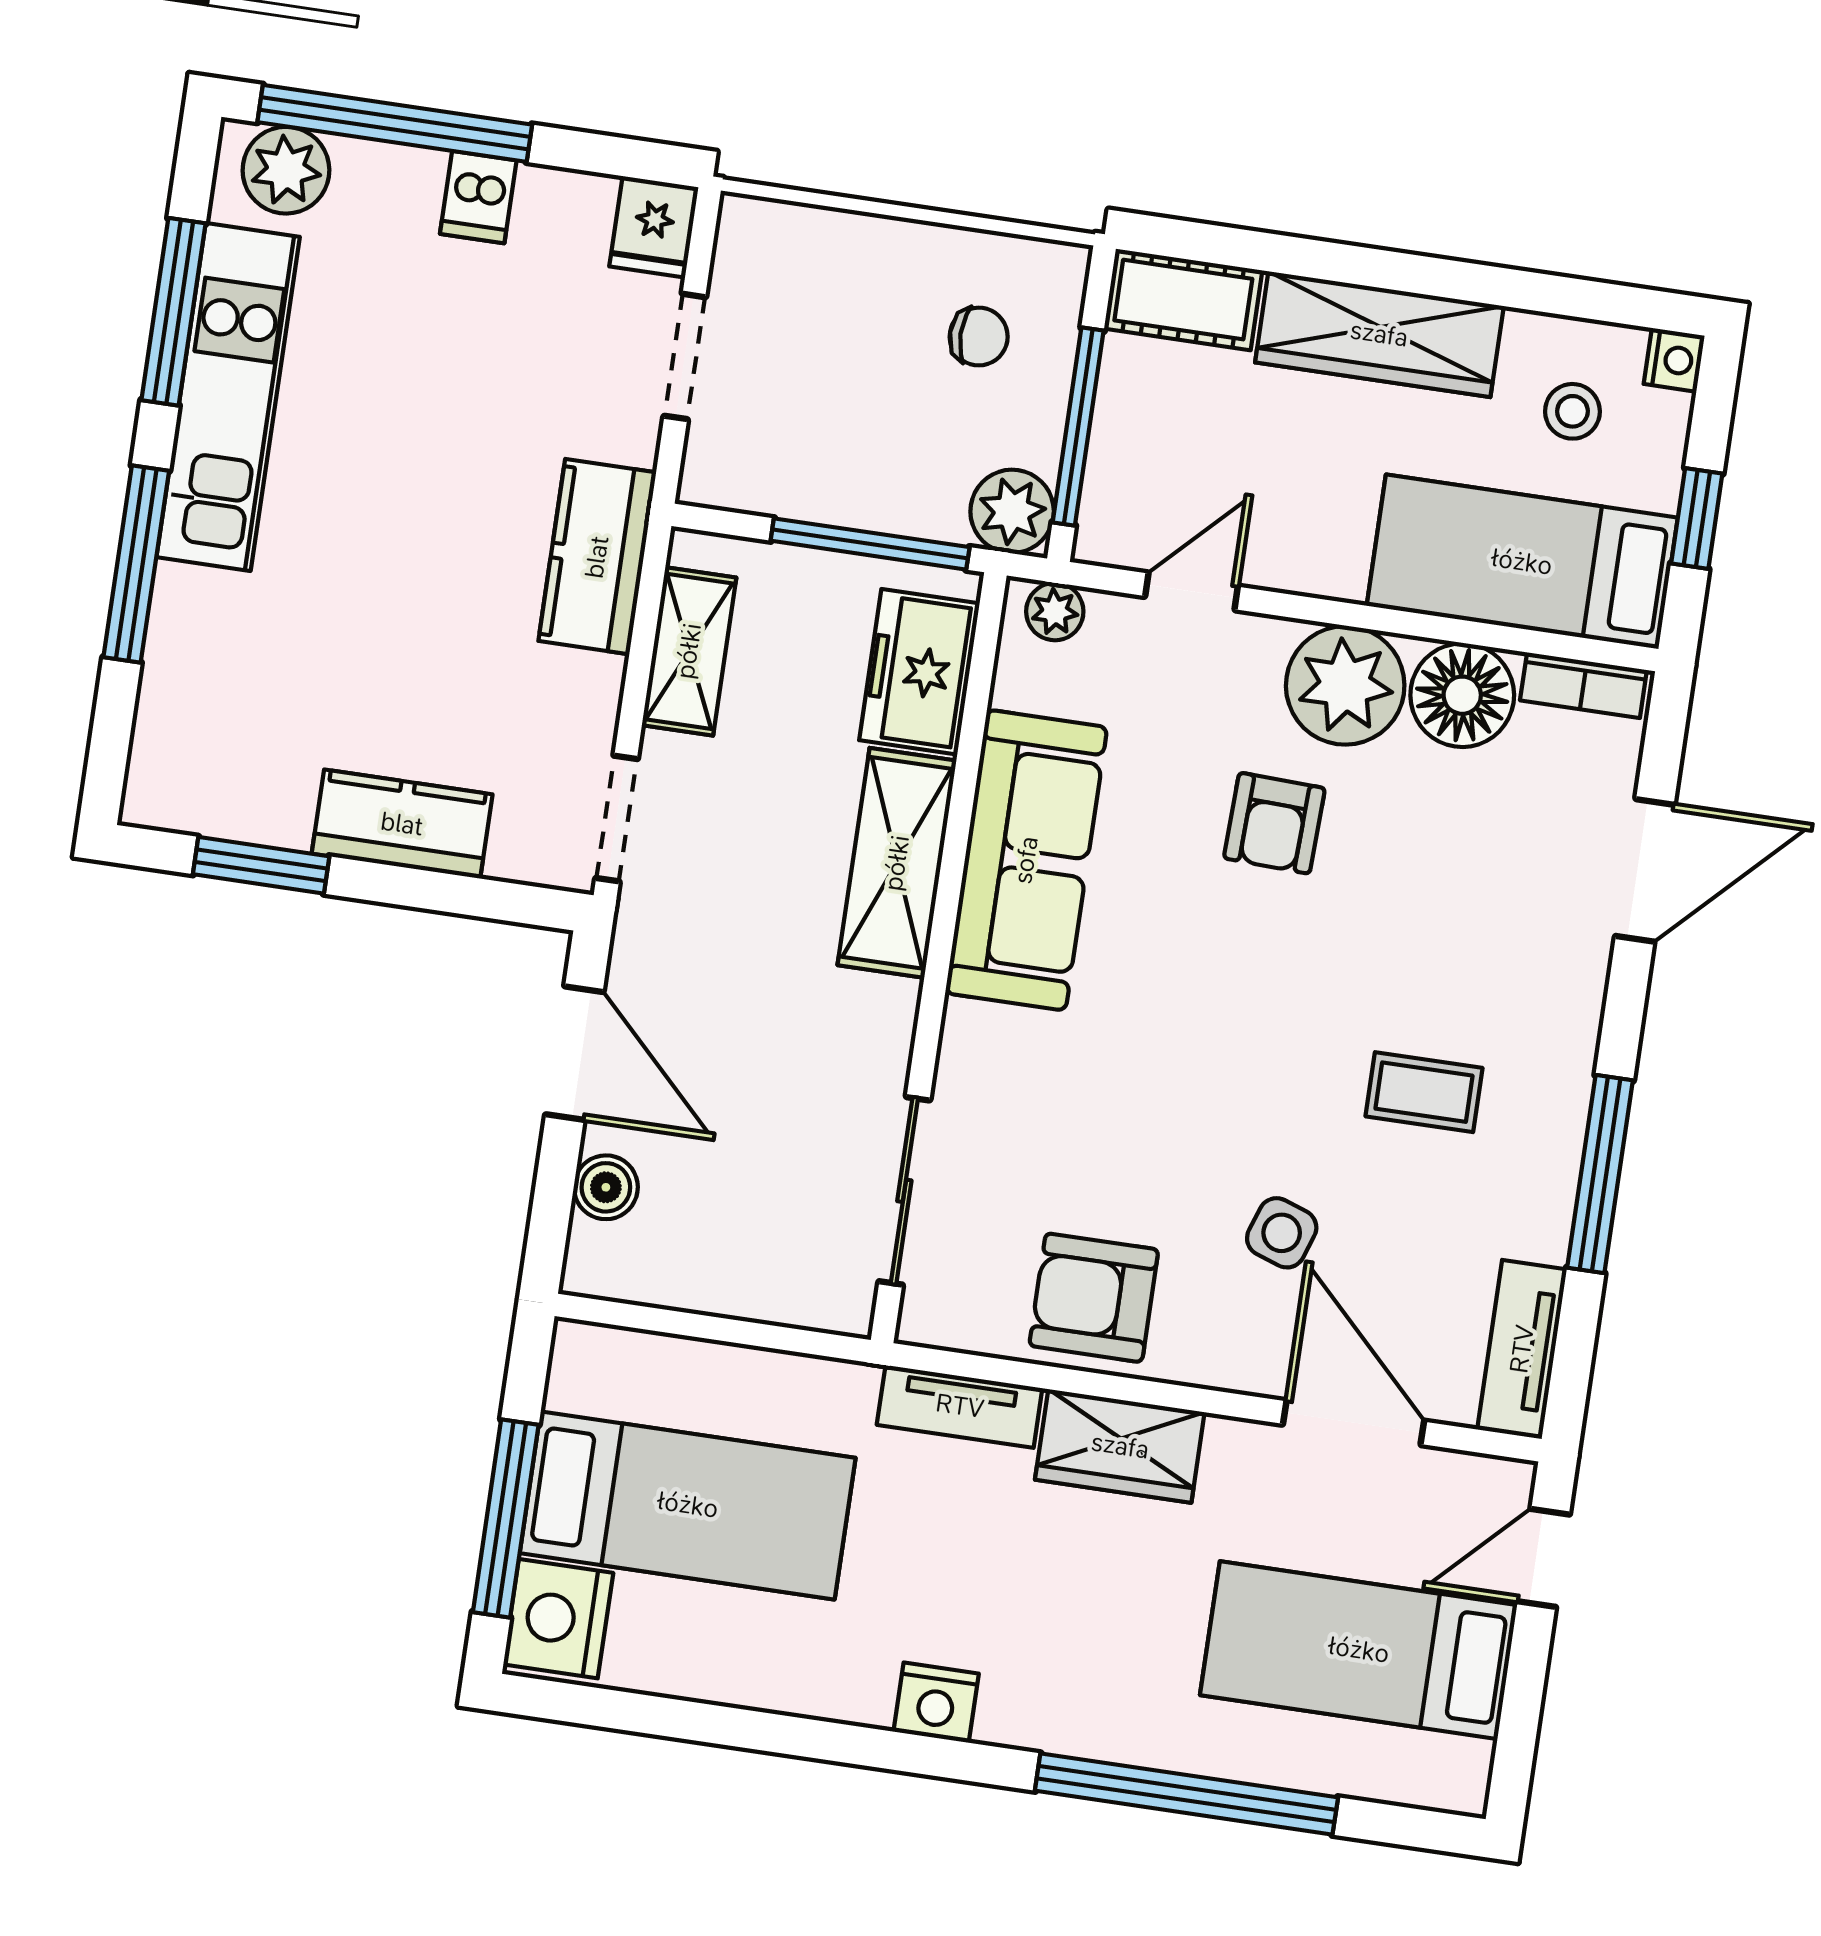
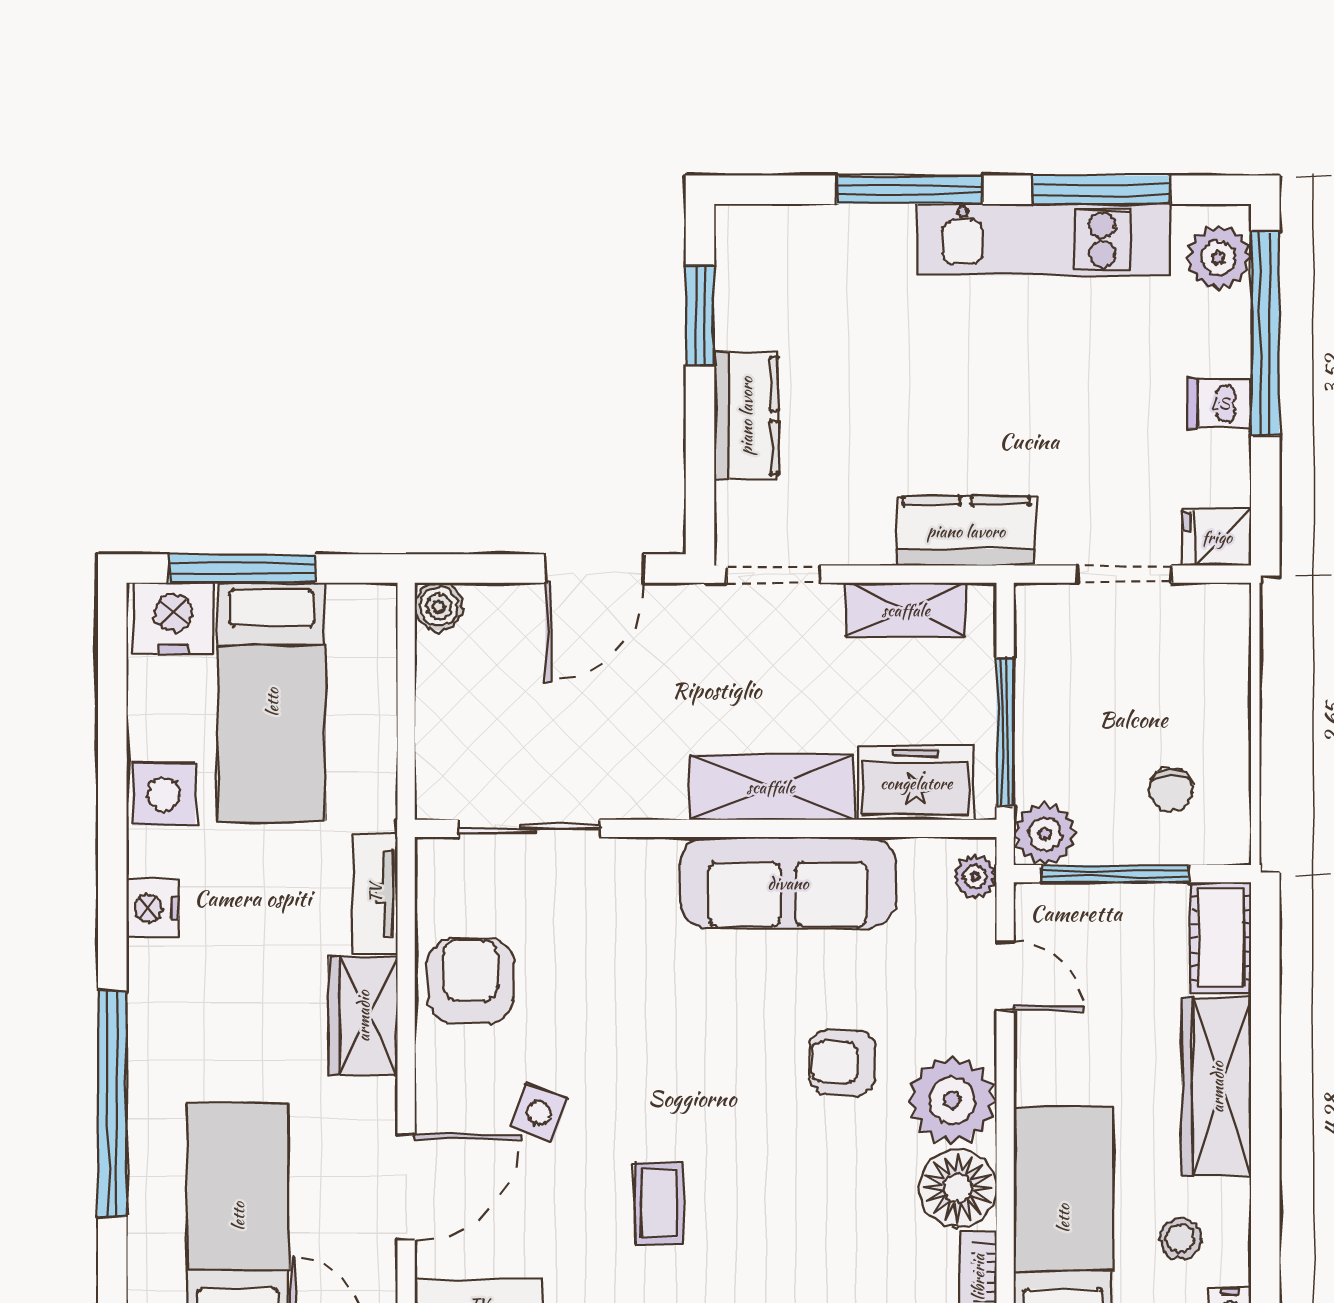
boiler: (606, 1187) -> (439, 607), moved
side table: (788, 1666) -> (164, 794), added

